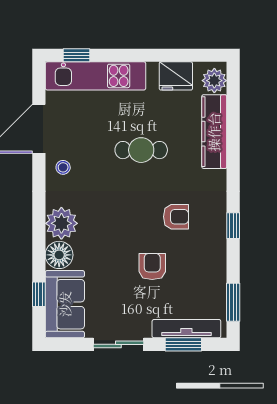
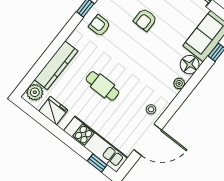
armchair: (176, 217) -> (100, 26), moved
plant: (61, 223) -> (179, 83), width x0.53, depth x0.53

